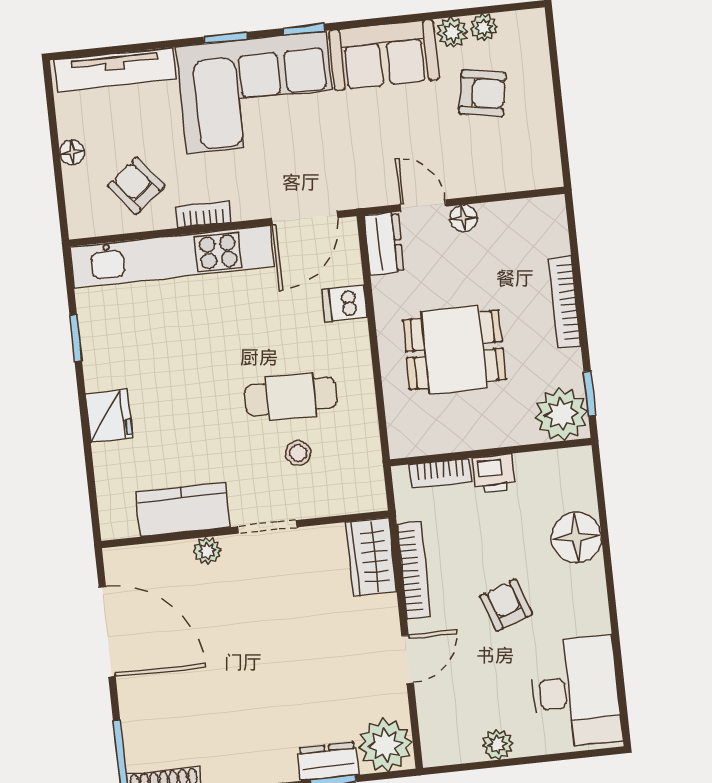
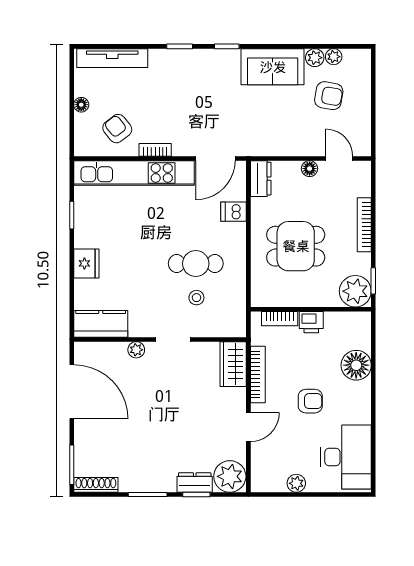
corner sofa: (256, 92) -> (194, 81), removed
door: (423, 205) -> (339, 158), moved
kitchen counter: (183, 510) -> (101, 324), moved
armchair: (506, 605) -> (310, 401), turned 110

